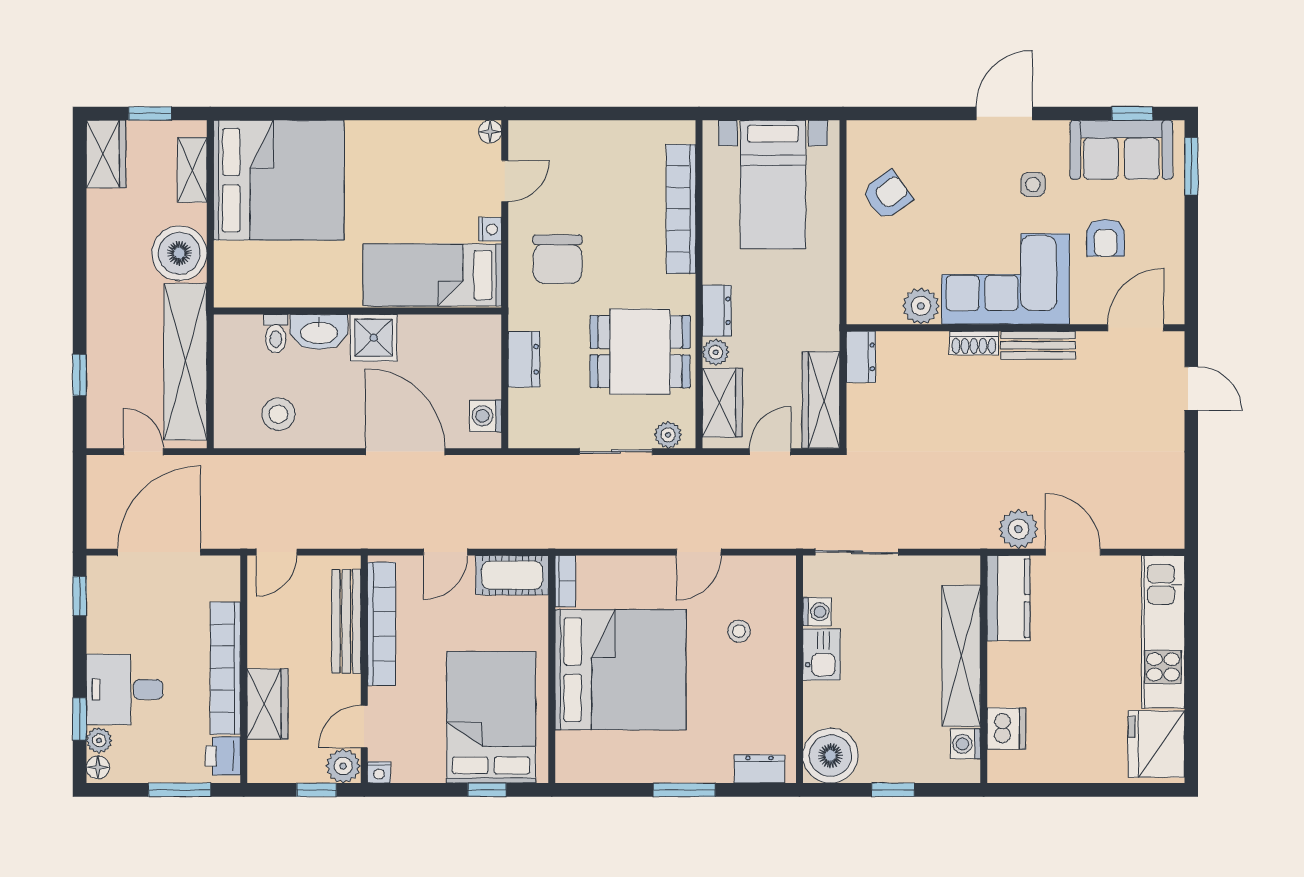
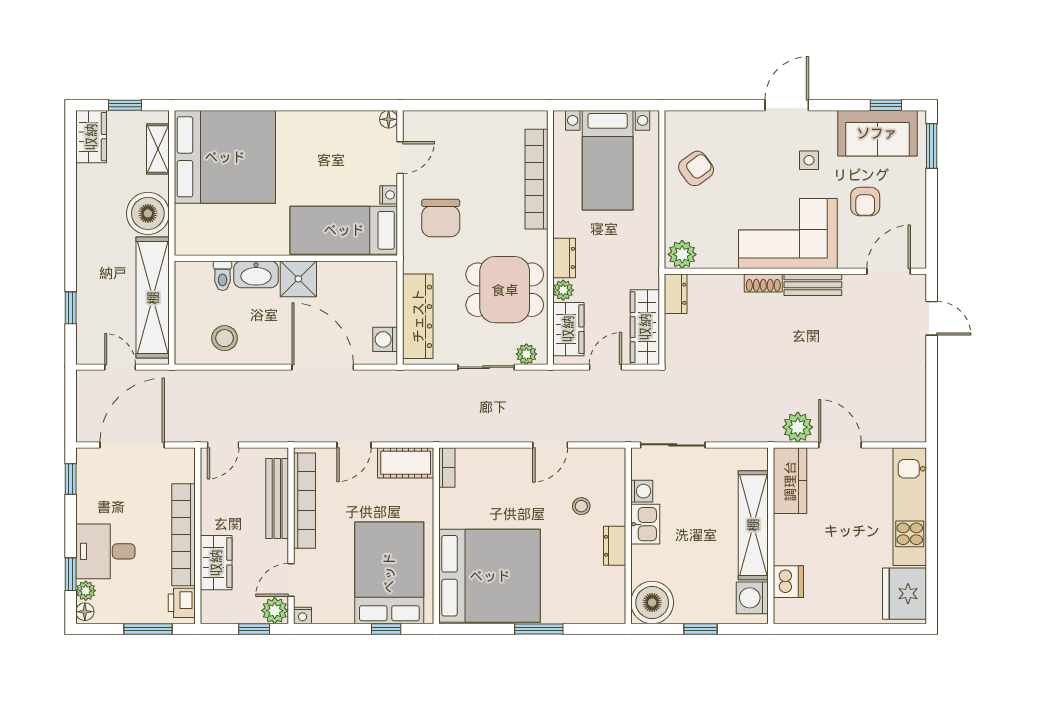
plant: (921, 306) -> (682, 254), moved
dresser: (524, 359) -> (418, 316), width x1.96, depth x1.24
bed: (620, 670) -> (490, 576), moved
washing machine: (965, 744) -> (752, 598), width x1.38, depth x1.38
dresser: (759, 769) -> (615, 546), moved, turned -90

